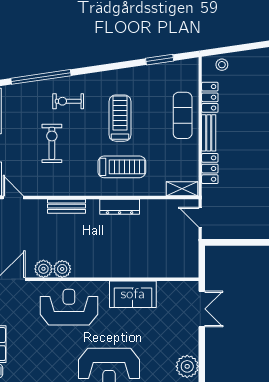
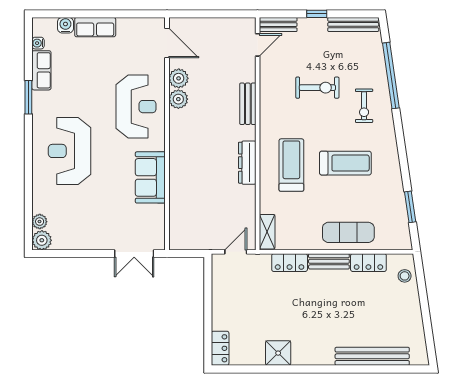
exercise bike: (68, 101) -> (364, 106), turned 180
treadmill: (122, 167) -> (291, 165), turned 180
plant: (187, 366) -> (70, 237), removed

